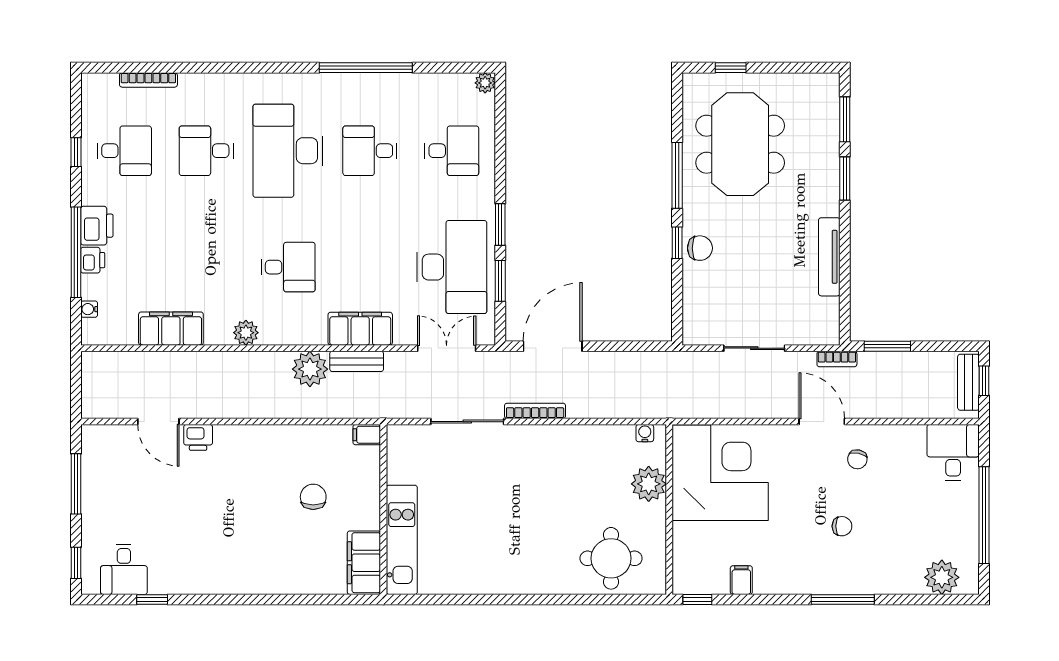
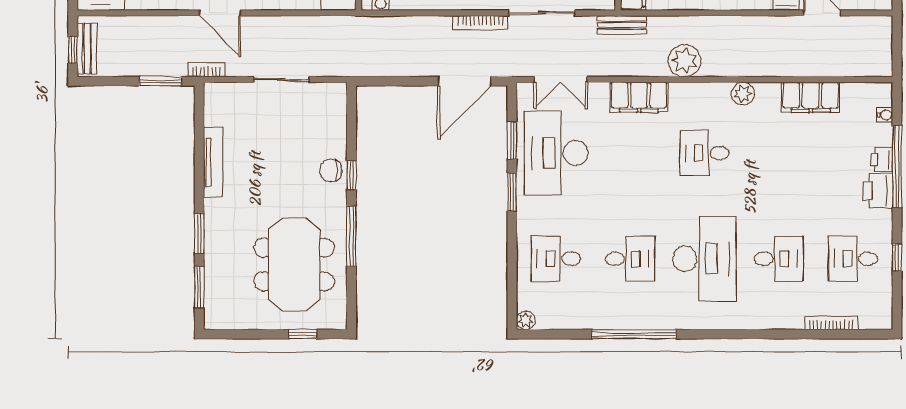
bench: (357, 361) -> (622, 25), moved

